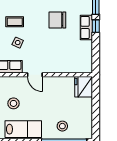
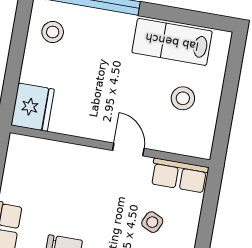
stool: (62, 126) -> (53, 32), moved

